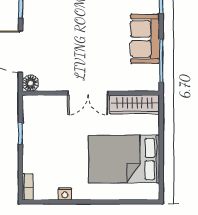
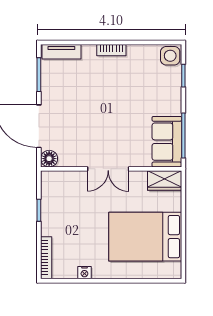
sofa: (145, 39) -> (167, 142), moved
wardrobe: (135, 104) -> (165, 180), width x0.67
bookcase: (28, 187) -> (46, 258), width x1.56

